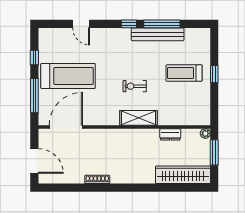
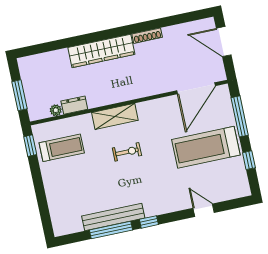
treadmill: (184, 73) -> (62, 148), moved
window: (214, 74) -> (30, 146), moved
plant: (205, 133) -> (56, 110), moved
wardrobe: (183, 175) -> (101, 51), moved

